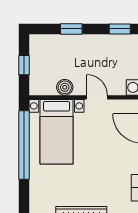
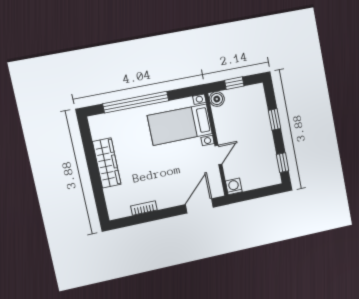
boiler: (65, 87) -> (217, 99), moved
window: (24, 145) -> (136, 102), moved

